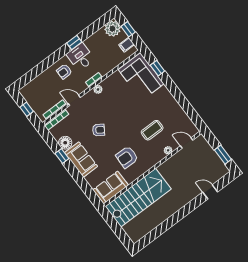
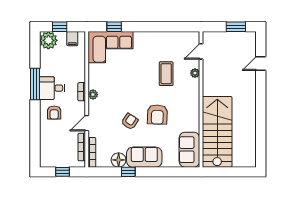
window: (74, 43) -> (35, 84), width x2.17
armchair: (127, 157) -> (157, 115), moved

